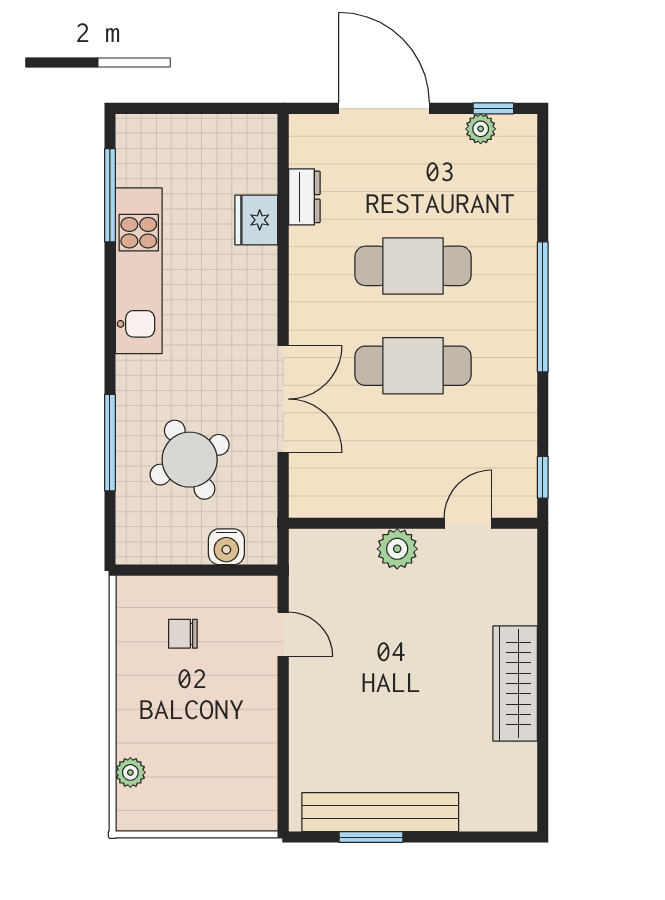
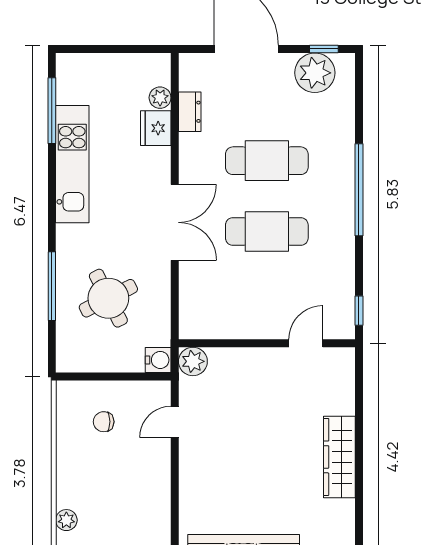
plant: (481, 129) -> (315, 73), width x1.87, depth x1.87
plant: (262, 177) -> (160, 98), added
double door: (283, 399) -> (175, 222), moved
water cooler: (226, 547) -> (158, 360), moved, turned -90
plant: (397, 549) -> (193, 361), moved
door: (283, 634) -> (175, 422), swing flipped

